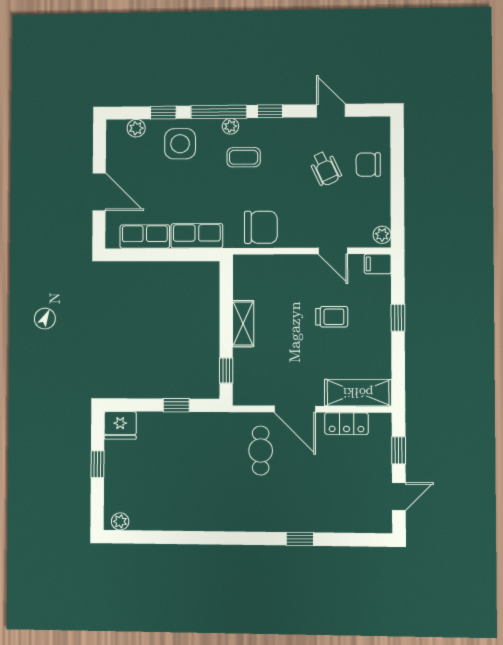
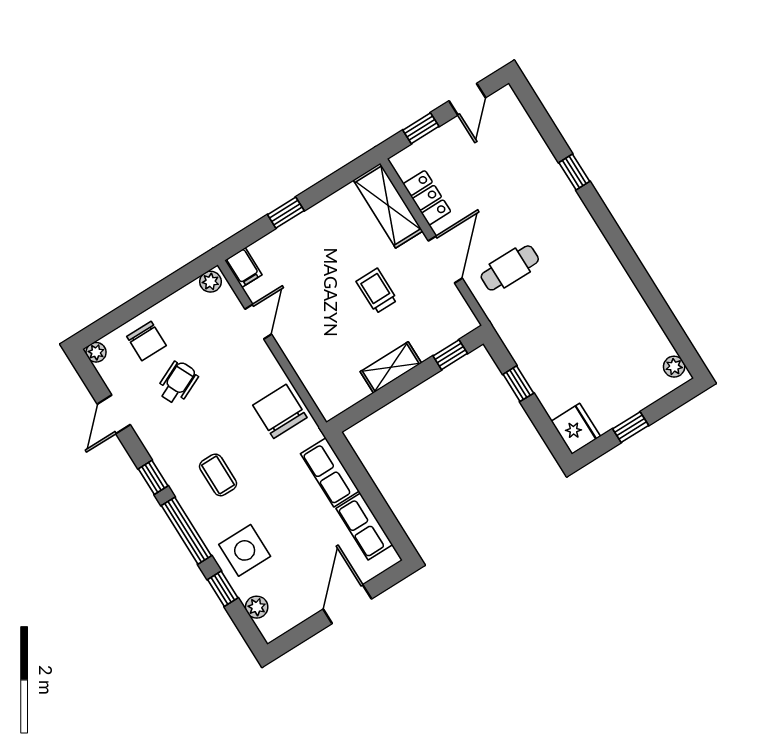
plant: (230, 126) -> (96, 352), moved
trolley: (332, 317) -> (377, 291), moved
door: (399, 496) -> (467, 99), swing flipped

